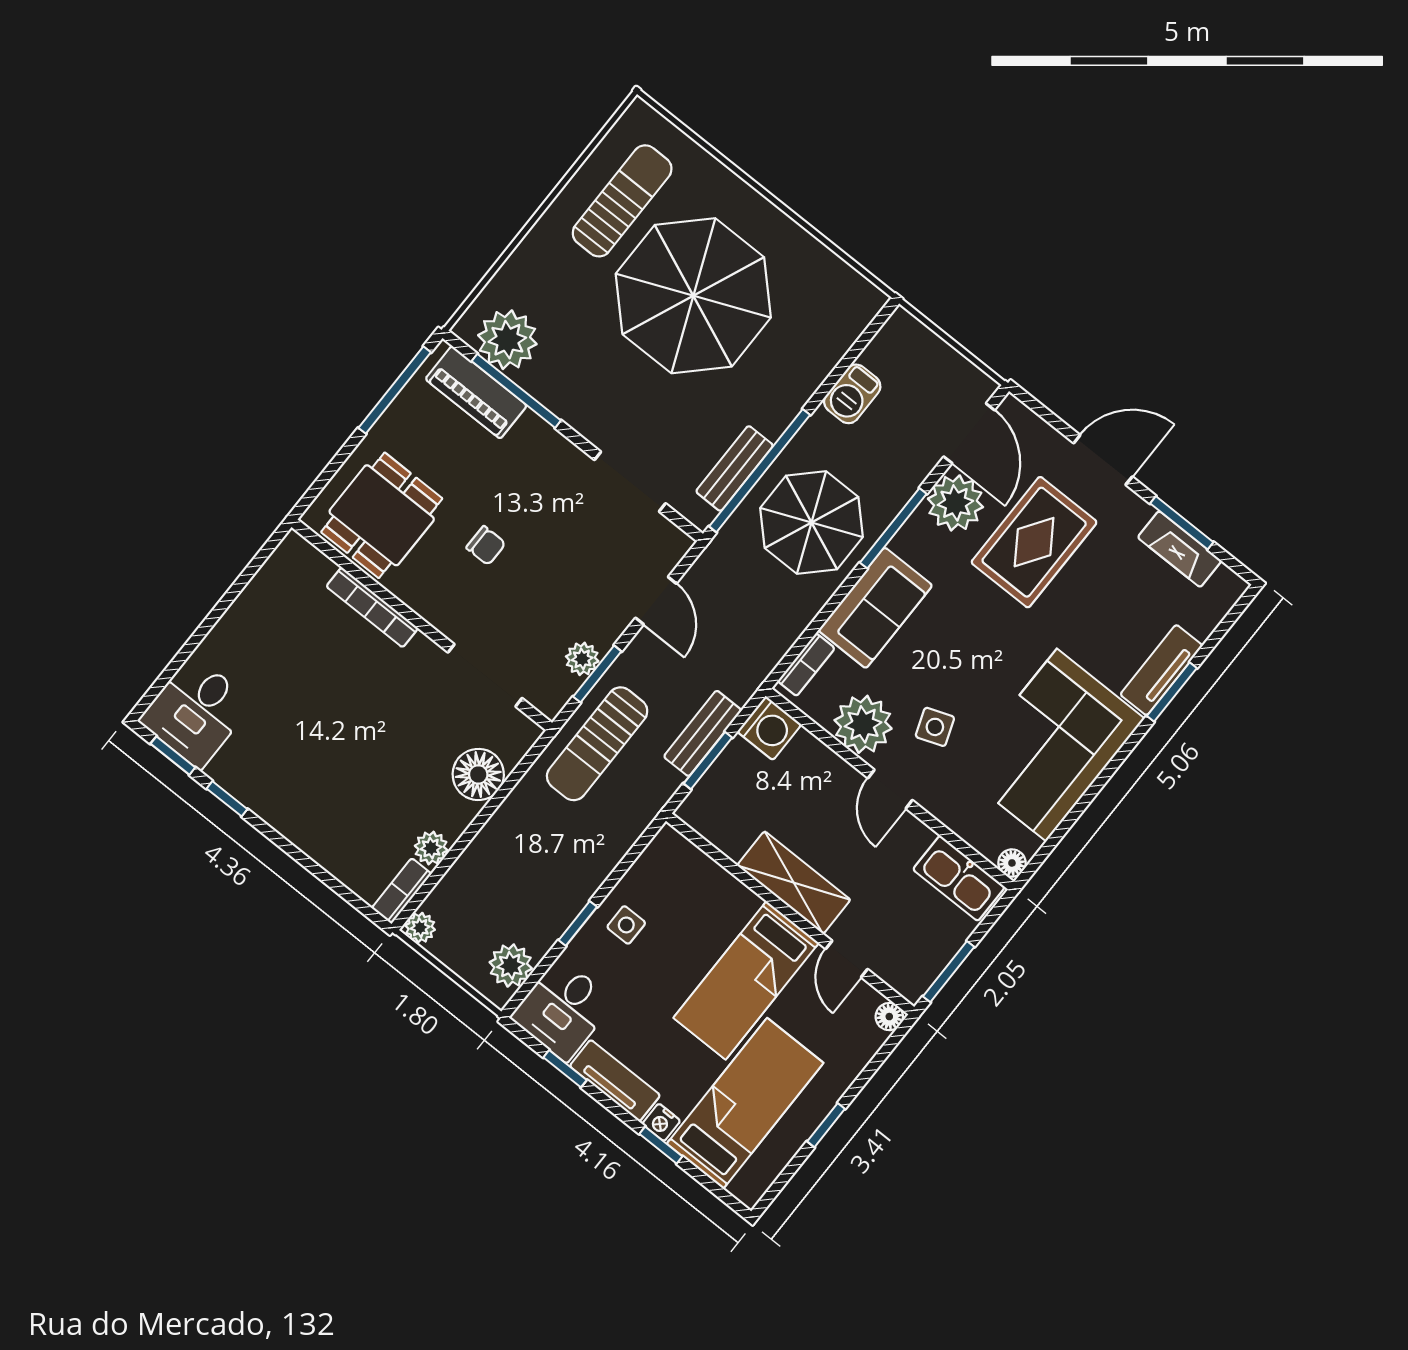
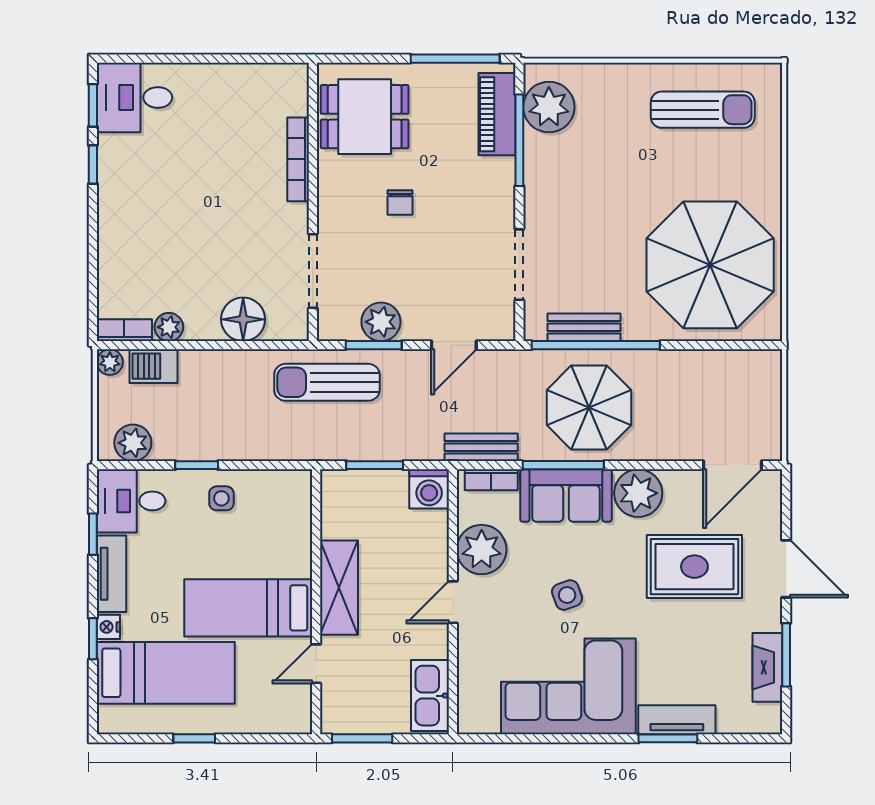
parasol: (693, 296) -> (710, 265), moved
barbecue: (852, 394) -> (153, 366), moved
plant: (955, 503) -> (638, 493), moved
window: (893, 528) -> (563, 465), moved
plant: (582, 659) -> (381, 322), width x1.38, depth x1.38
side table: (935, 727) -> (567, 595), moved
bench: (703, 733) -> (481, 447), moved
floor lamp: (1012, 863) -> (468, 723), removed
floor lamp: (889, 1017) -> (300, 723), removed

